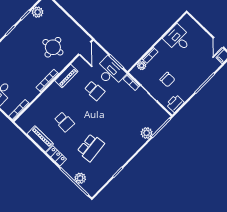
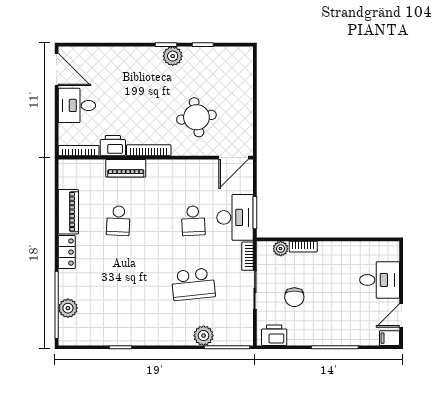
plant: (38, 12) -> (173, 56), moved
desk: (178, 39) -> (380, 280), moved, turned 90
piano: (66, 76) -> (126, 168), moved
printer: (31, 94) -> (113, 146), added
school desk: (91, 148) -> (193, 284), moved

